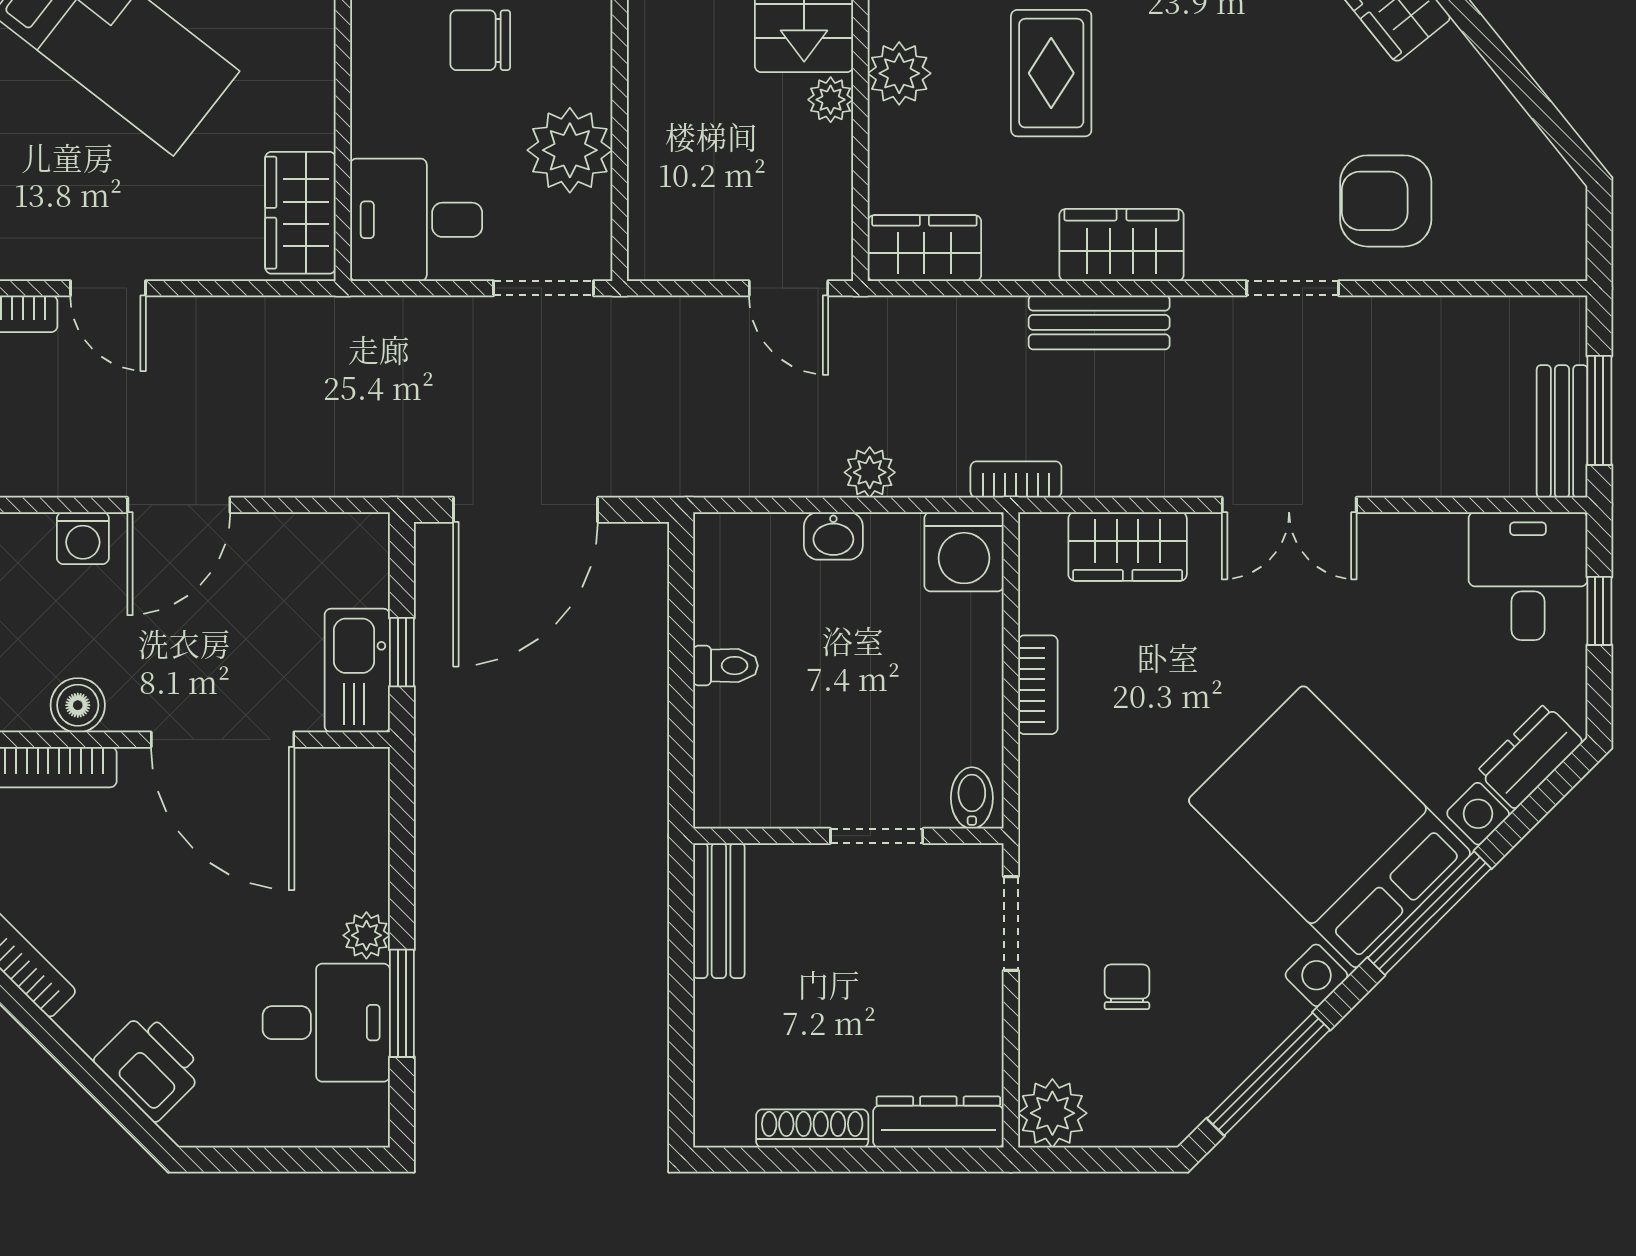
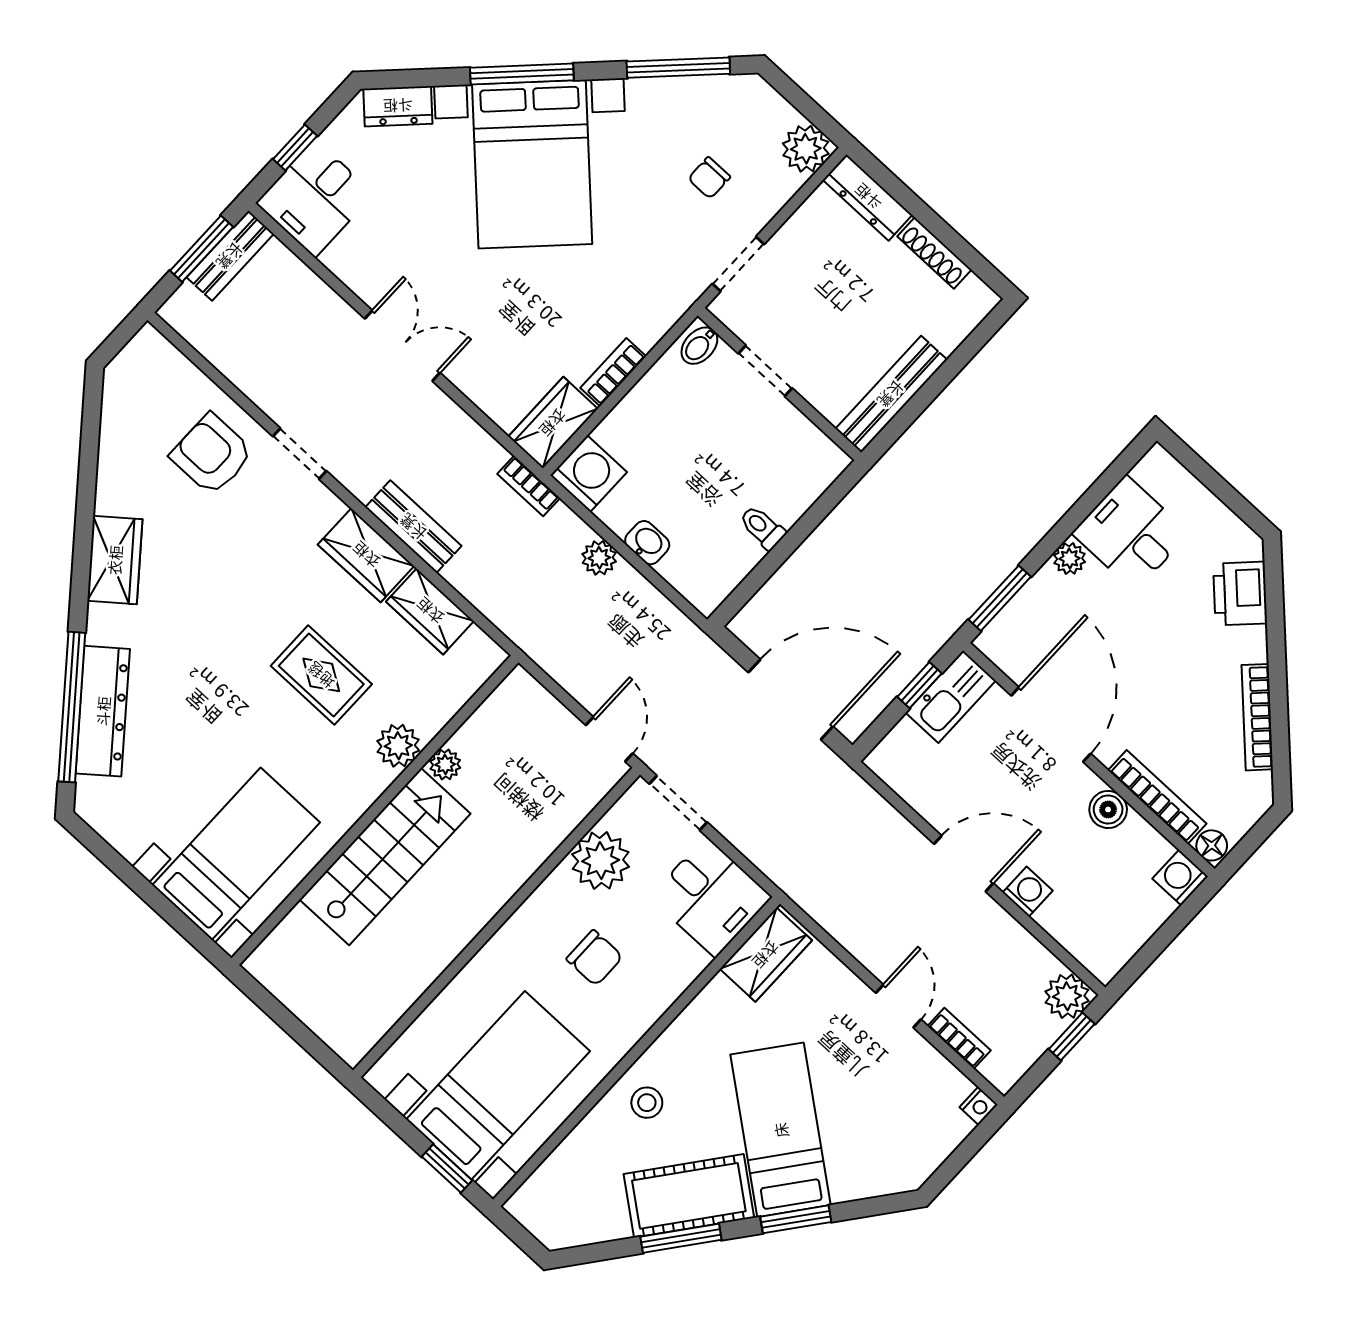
rug: (1051, 73) -> (321, 675), turned 90
armchair: (1386, 201) -> (212, 454), turned 180
wardrobe: (924, 248) -> (430, 611), moved
door: (788, 288) -> (609, 739), moved
wardrobe: (1128, 546) -> (553, 423), moved, turned -90
bench: (719, 911) -> (891, 394), width x1.36
window: (402, 1003) -> (1000, 598), moved

